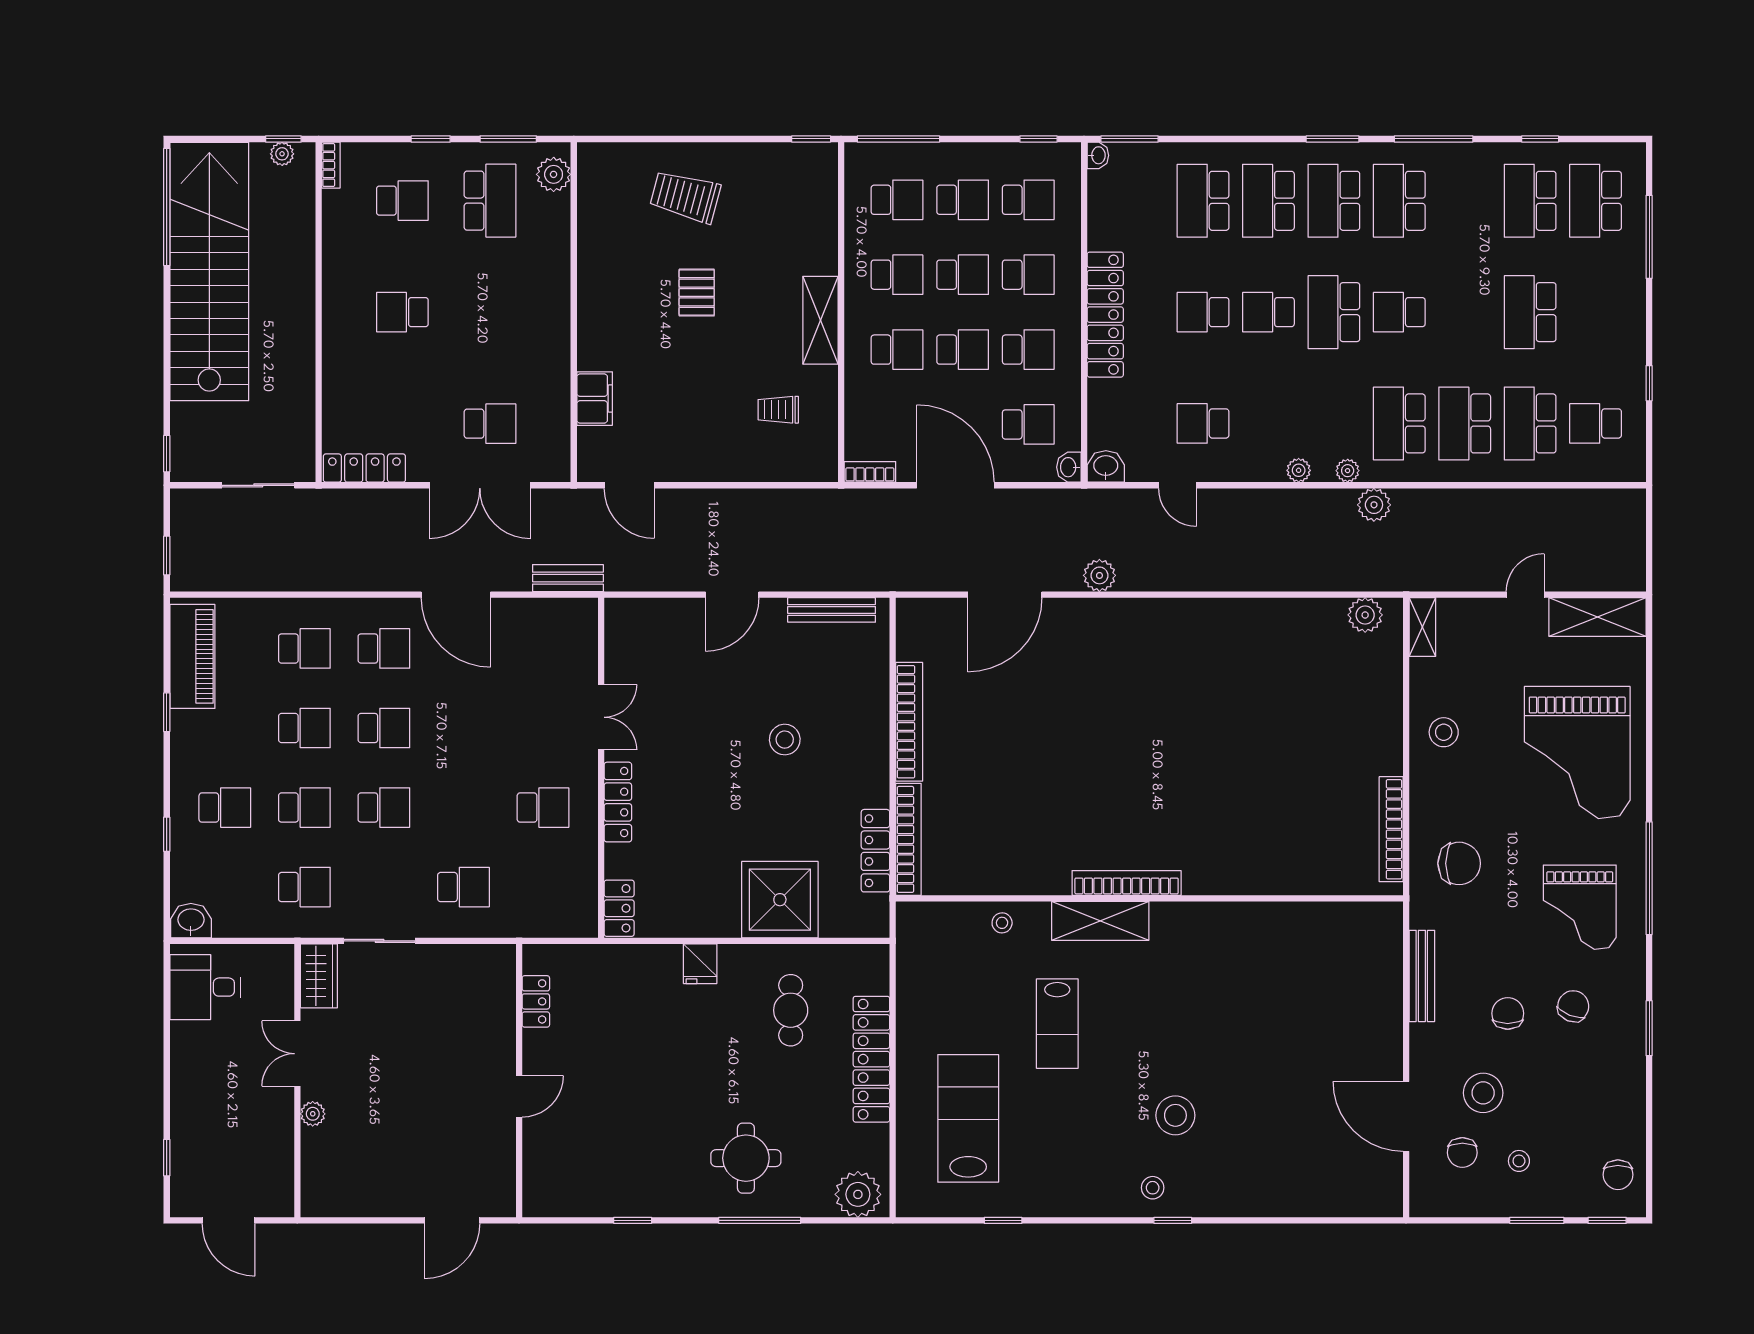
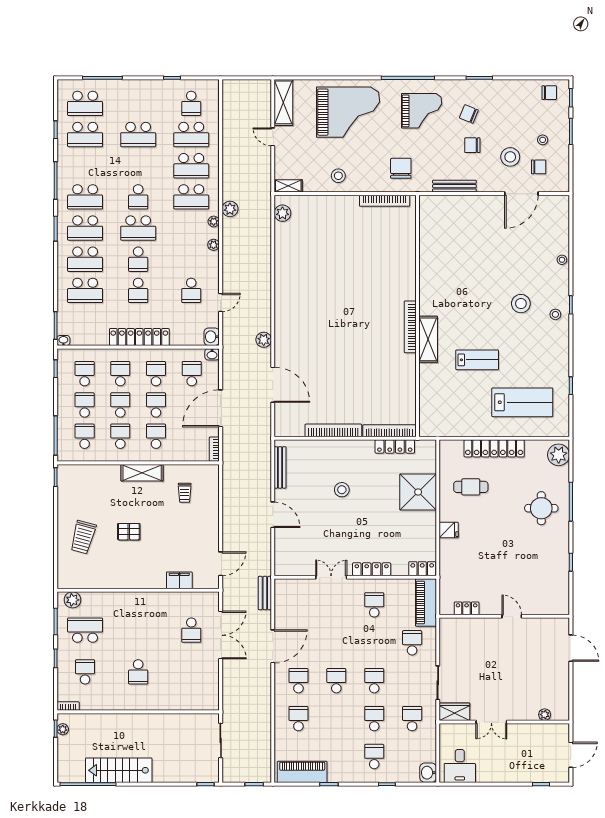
stairs: (209, 271) -> (119, 770), width x0.54, depth x0.66
school desk: (490, 424) -> (191, 630), turned 180
locker: (364, 468) -> (212, 690), removed
school desk: (304, 728) -> (336, 719), removed
piano: (548, 916) -> (426, 603), added
stool: (1002, 923) -> (562, 260), moved
plant: (313, 1114) -> (545, 715), moved
lab bench: (968, 1118) -> (522, 402), turned 180

